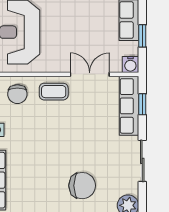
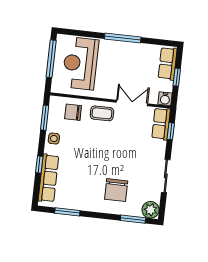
chair: (17, 94) -> (73, 112), turned 90
row of seats: (129, 106) -> (161, 124), width x0.68
chair: (82, 186) -> (116, 190), turned 90

